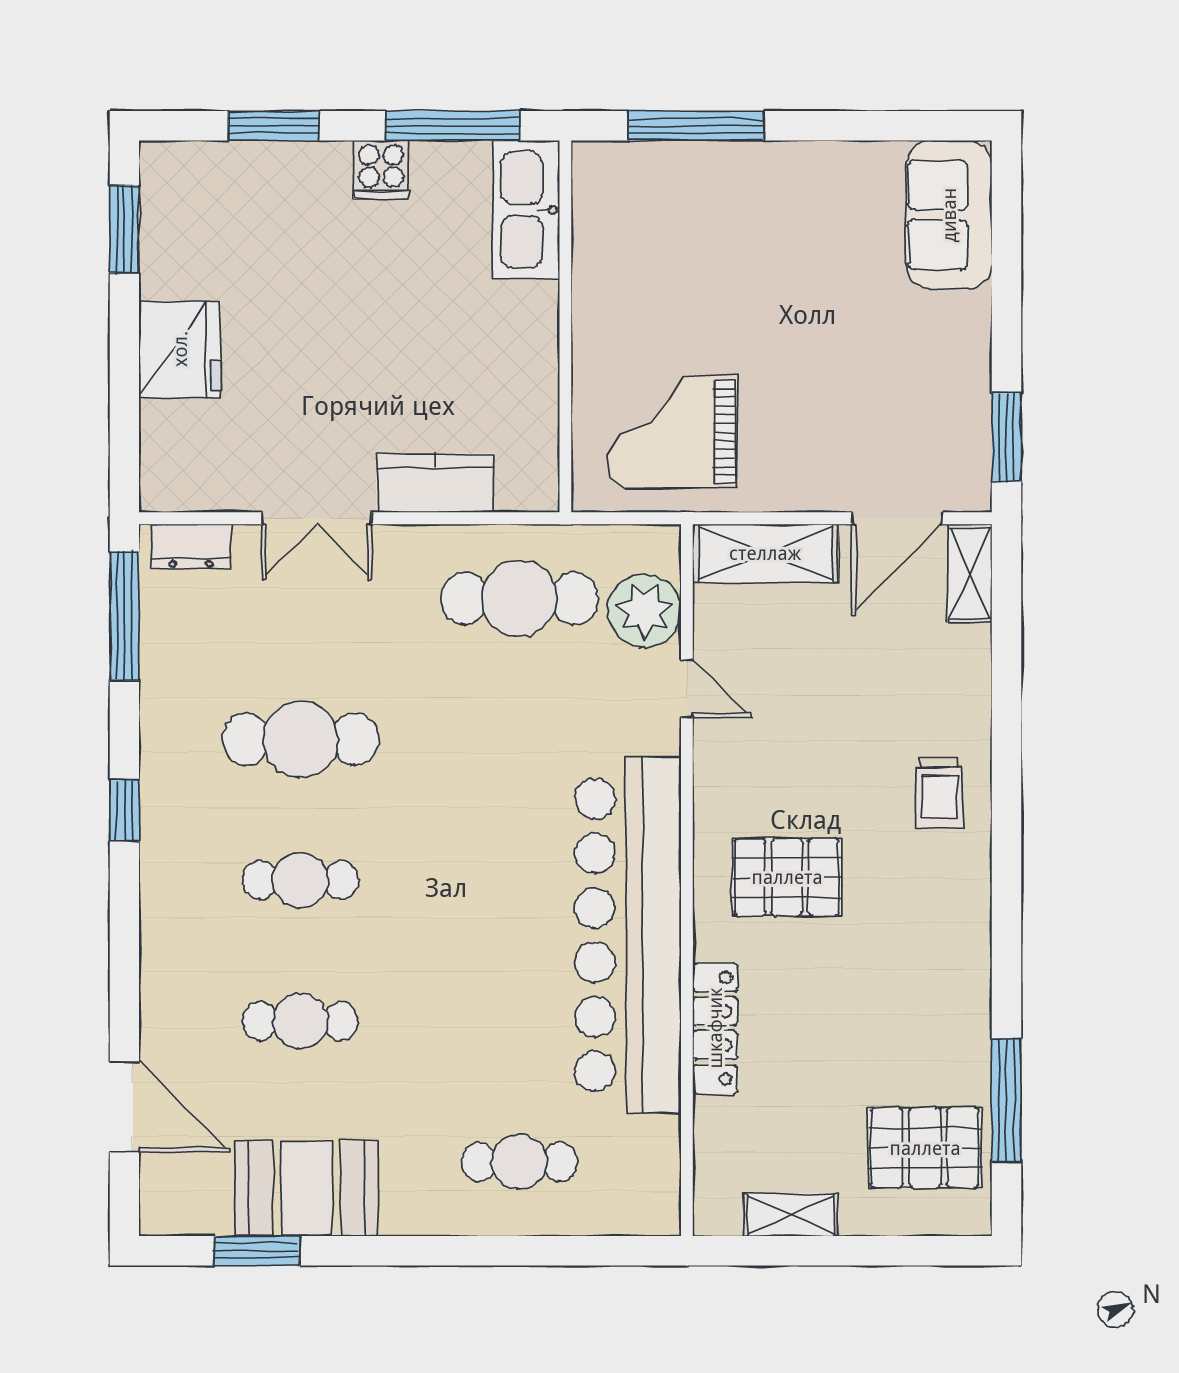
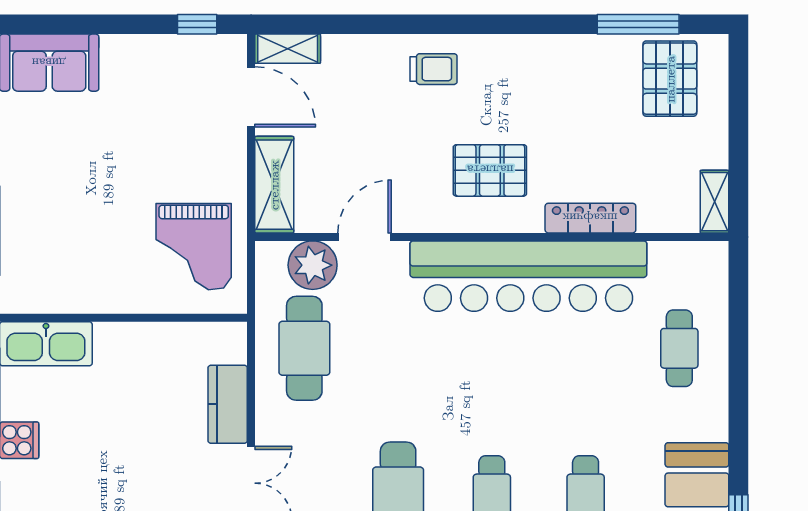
window: (1006, 437) -> (197, 24), width x0.67
door: (687, 689) -> (364, 237), width x1.38
pallet: (787, 877) -> (490, 170), turned 90
shelving: (791, 1215) -> (715, 202), moved

